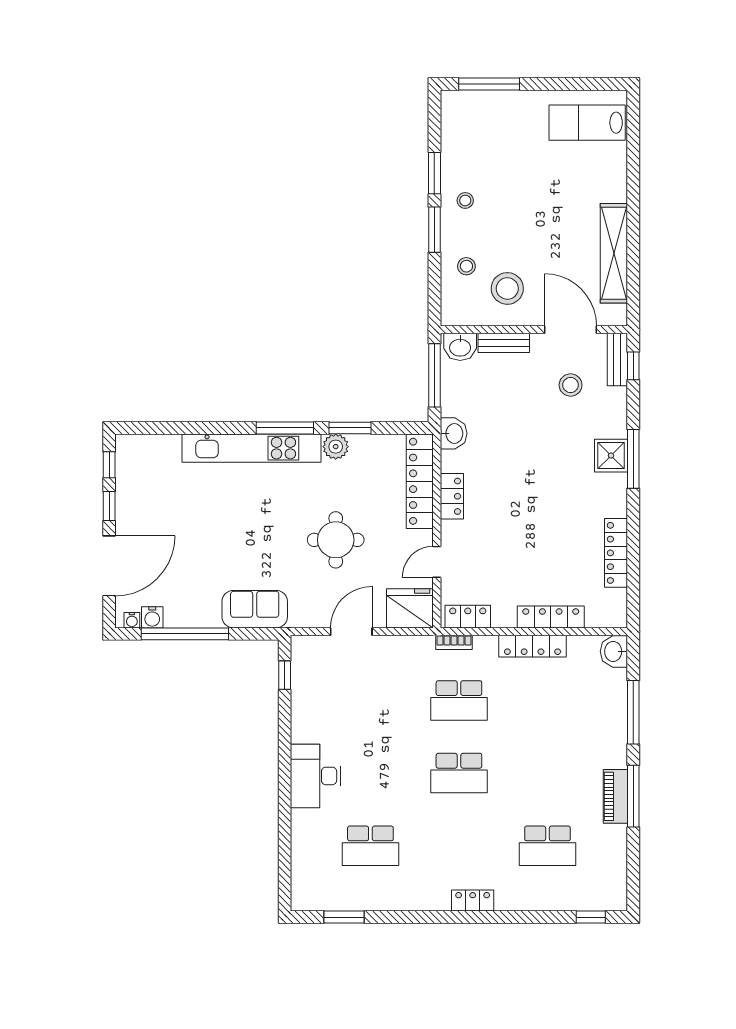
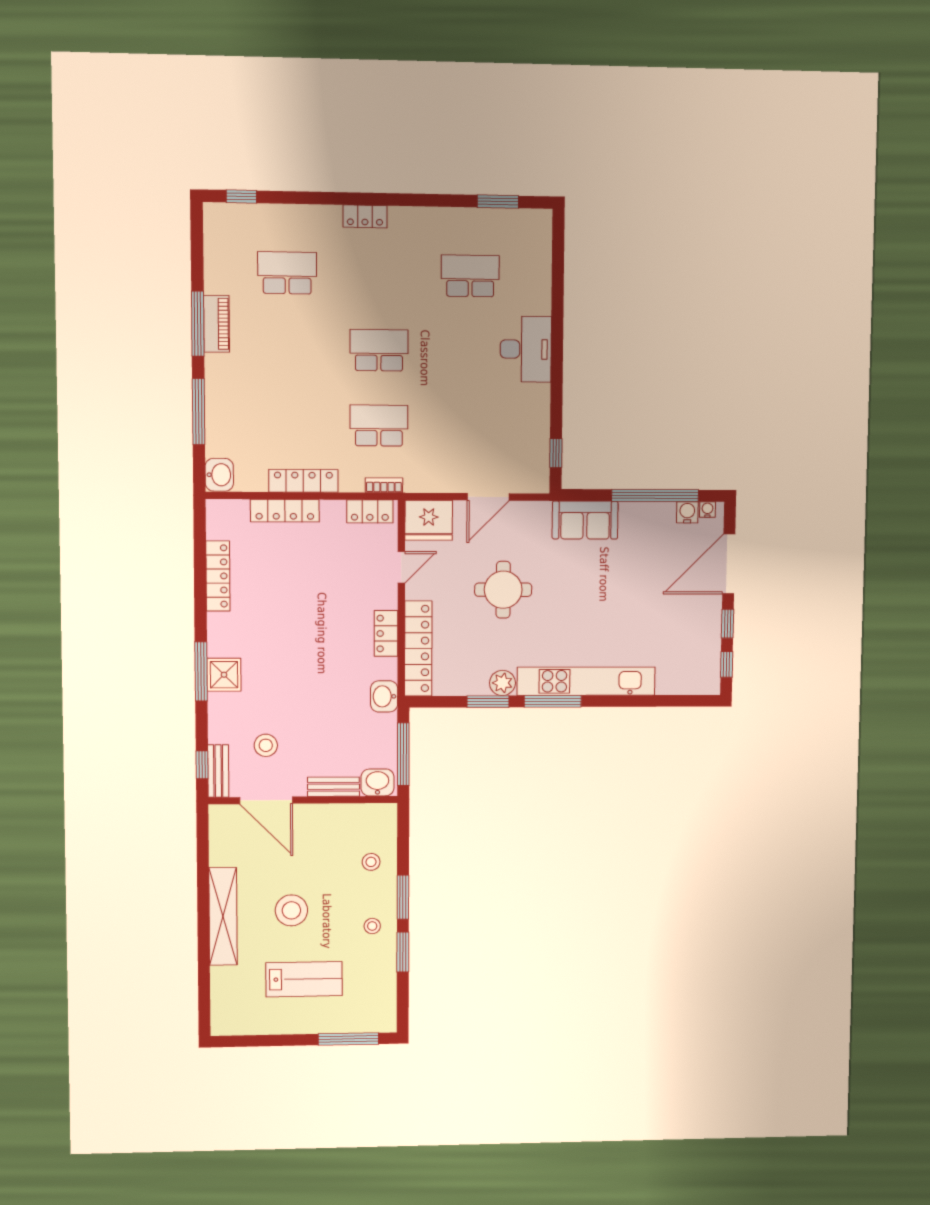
lab bench: (587, 123) -> (304, 979), moved
shelving: (614, 253) -> (223, 916), moved
stool: (507, 288) -> (291, 910), moved

